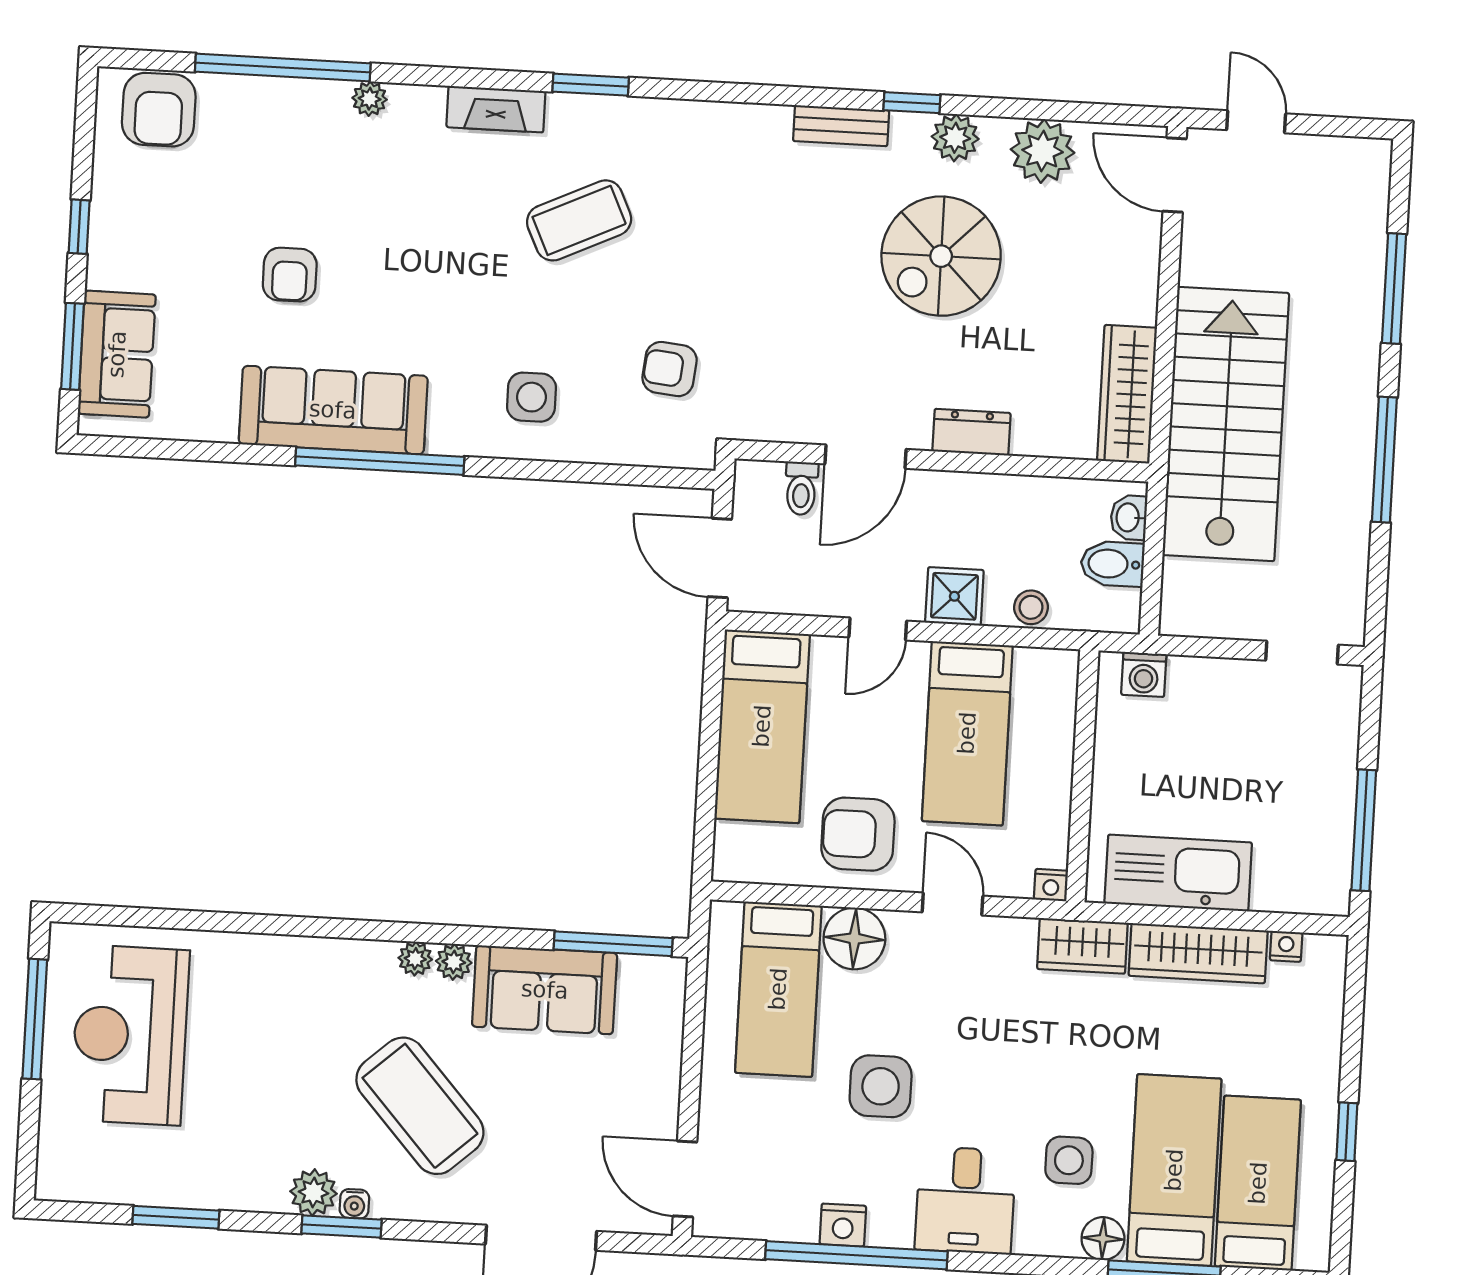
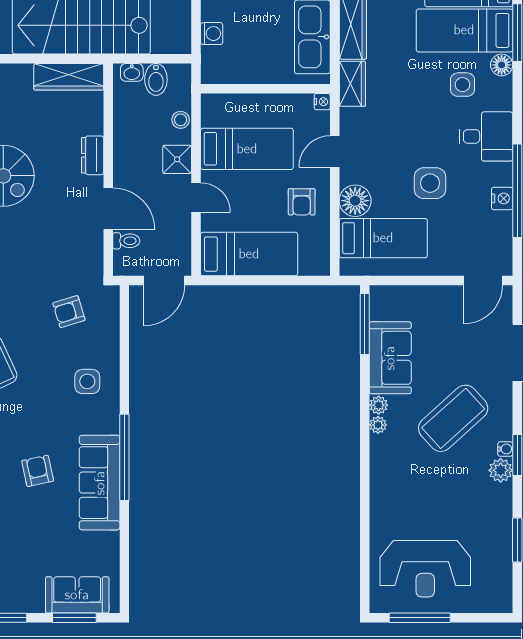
armchair: (290, 275) -> (38, 471), moved, turned -102
armchair: (670, 369) -> (69, 312), turned 67
washing machine: (1144, 674) -> (212, 34), moved
armchair: (858, 834) -> (302, 202), width x0.72, depth x0.72

